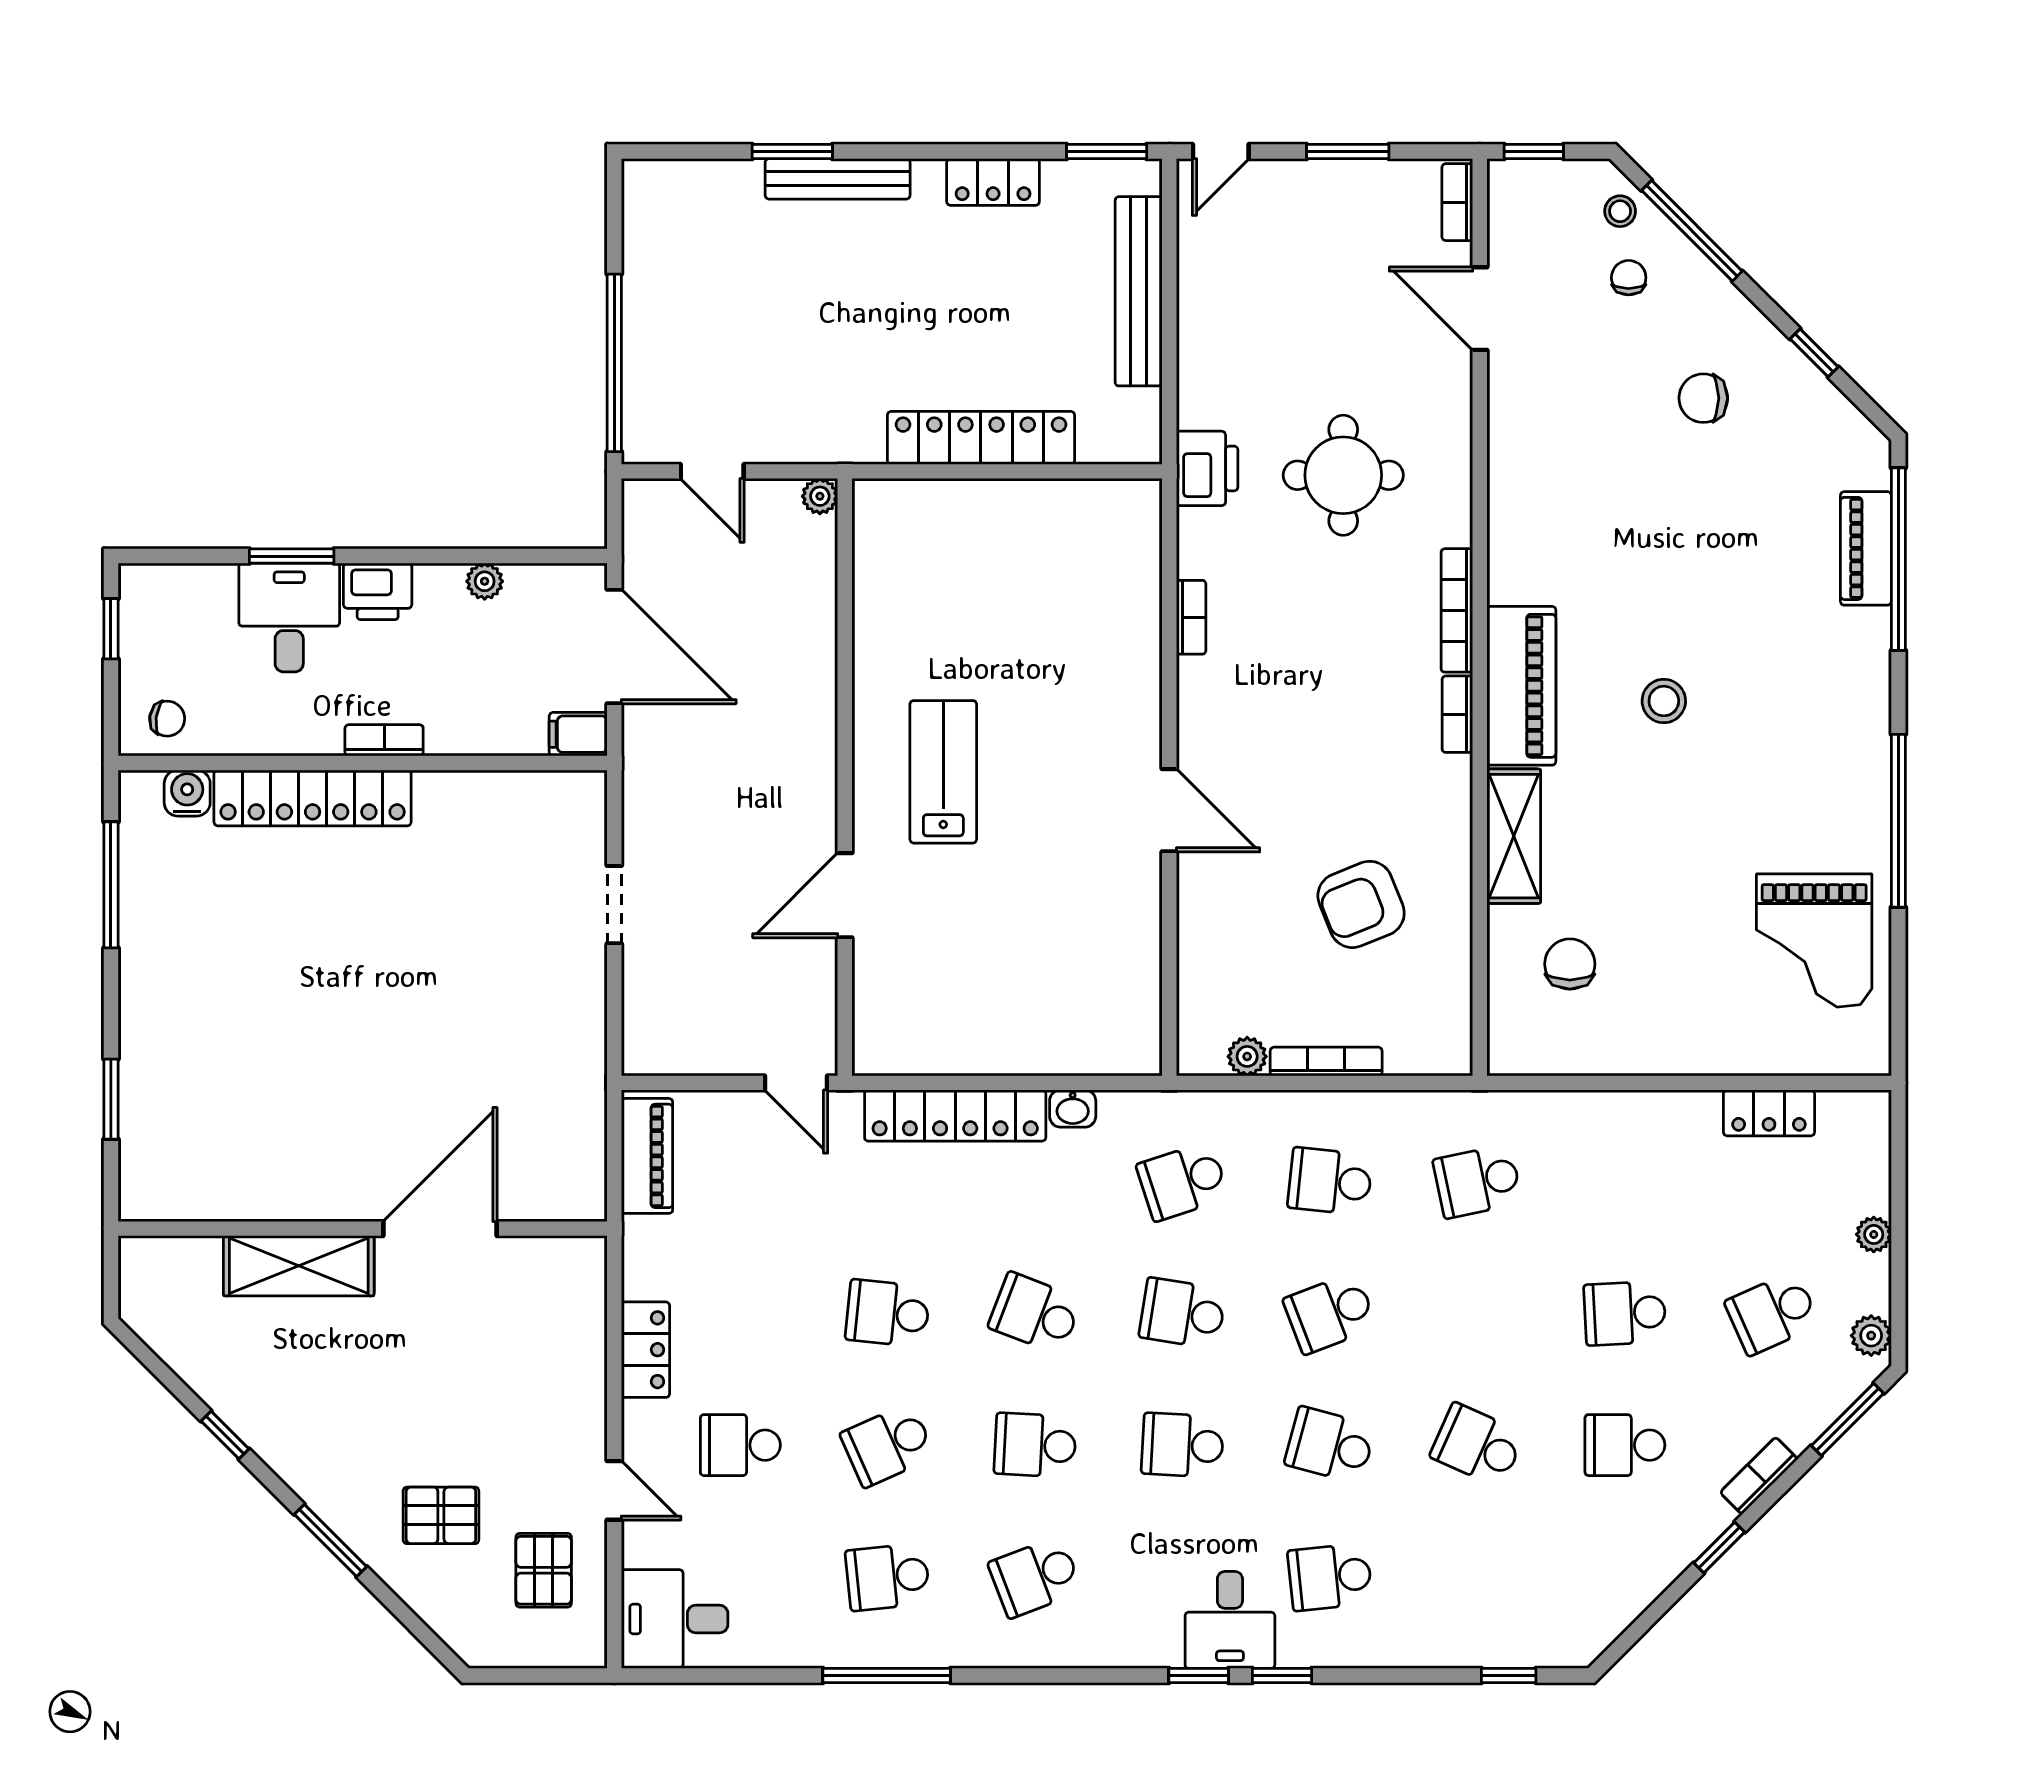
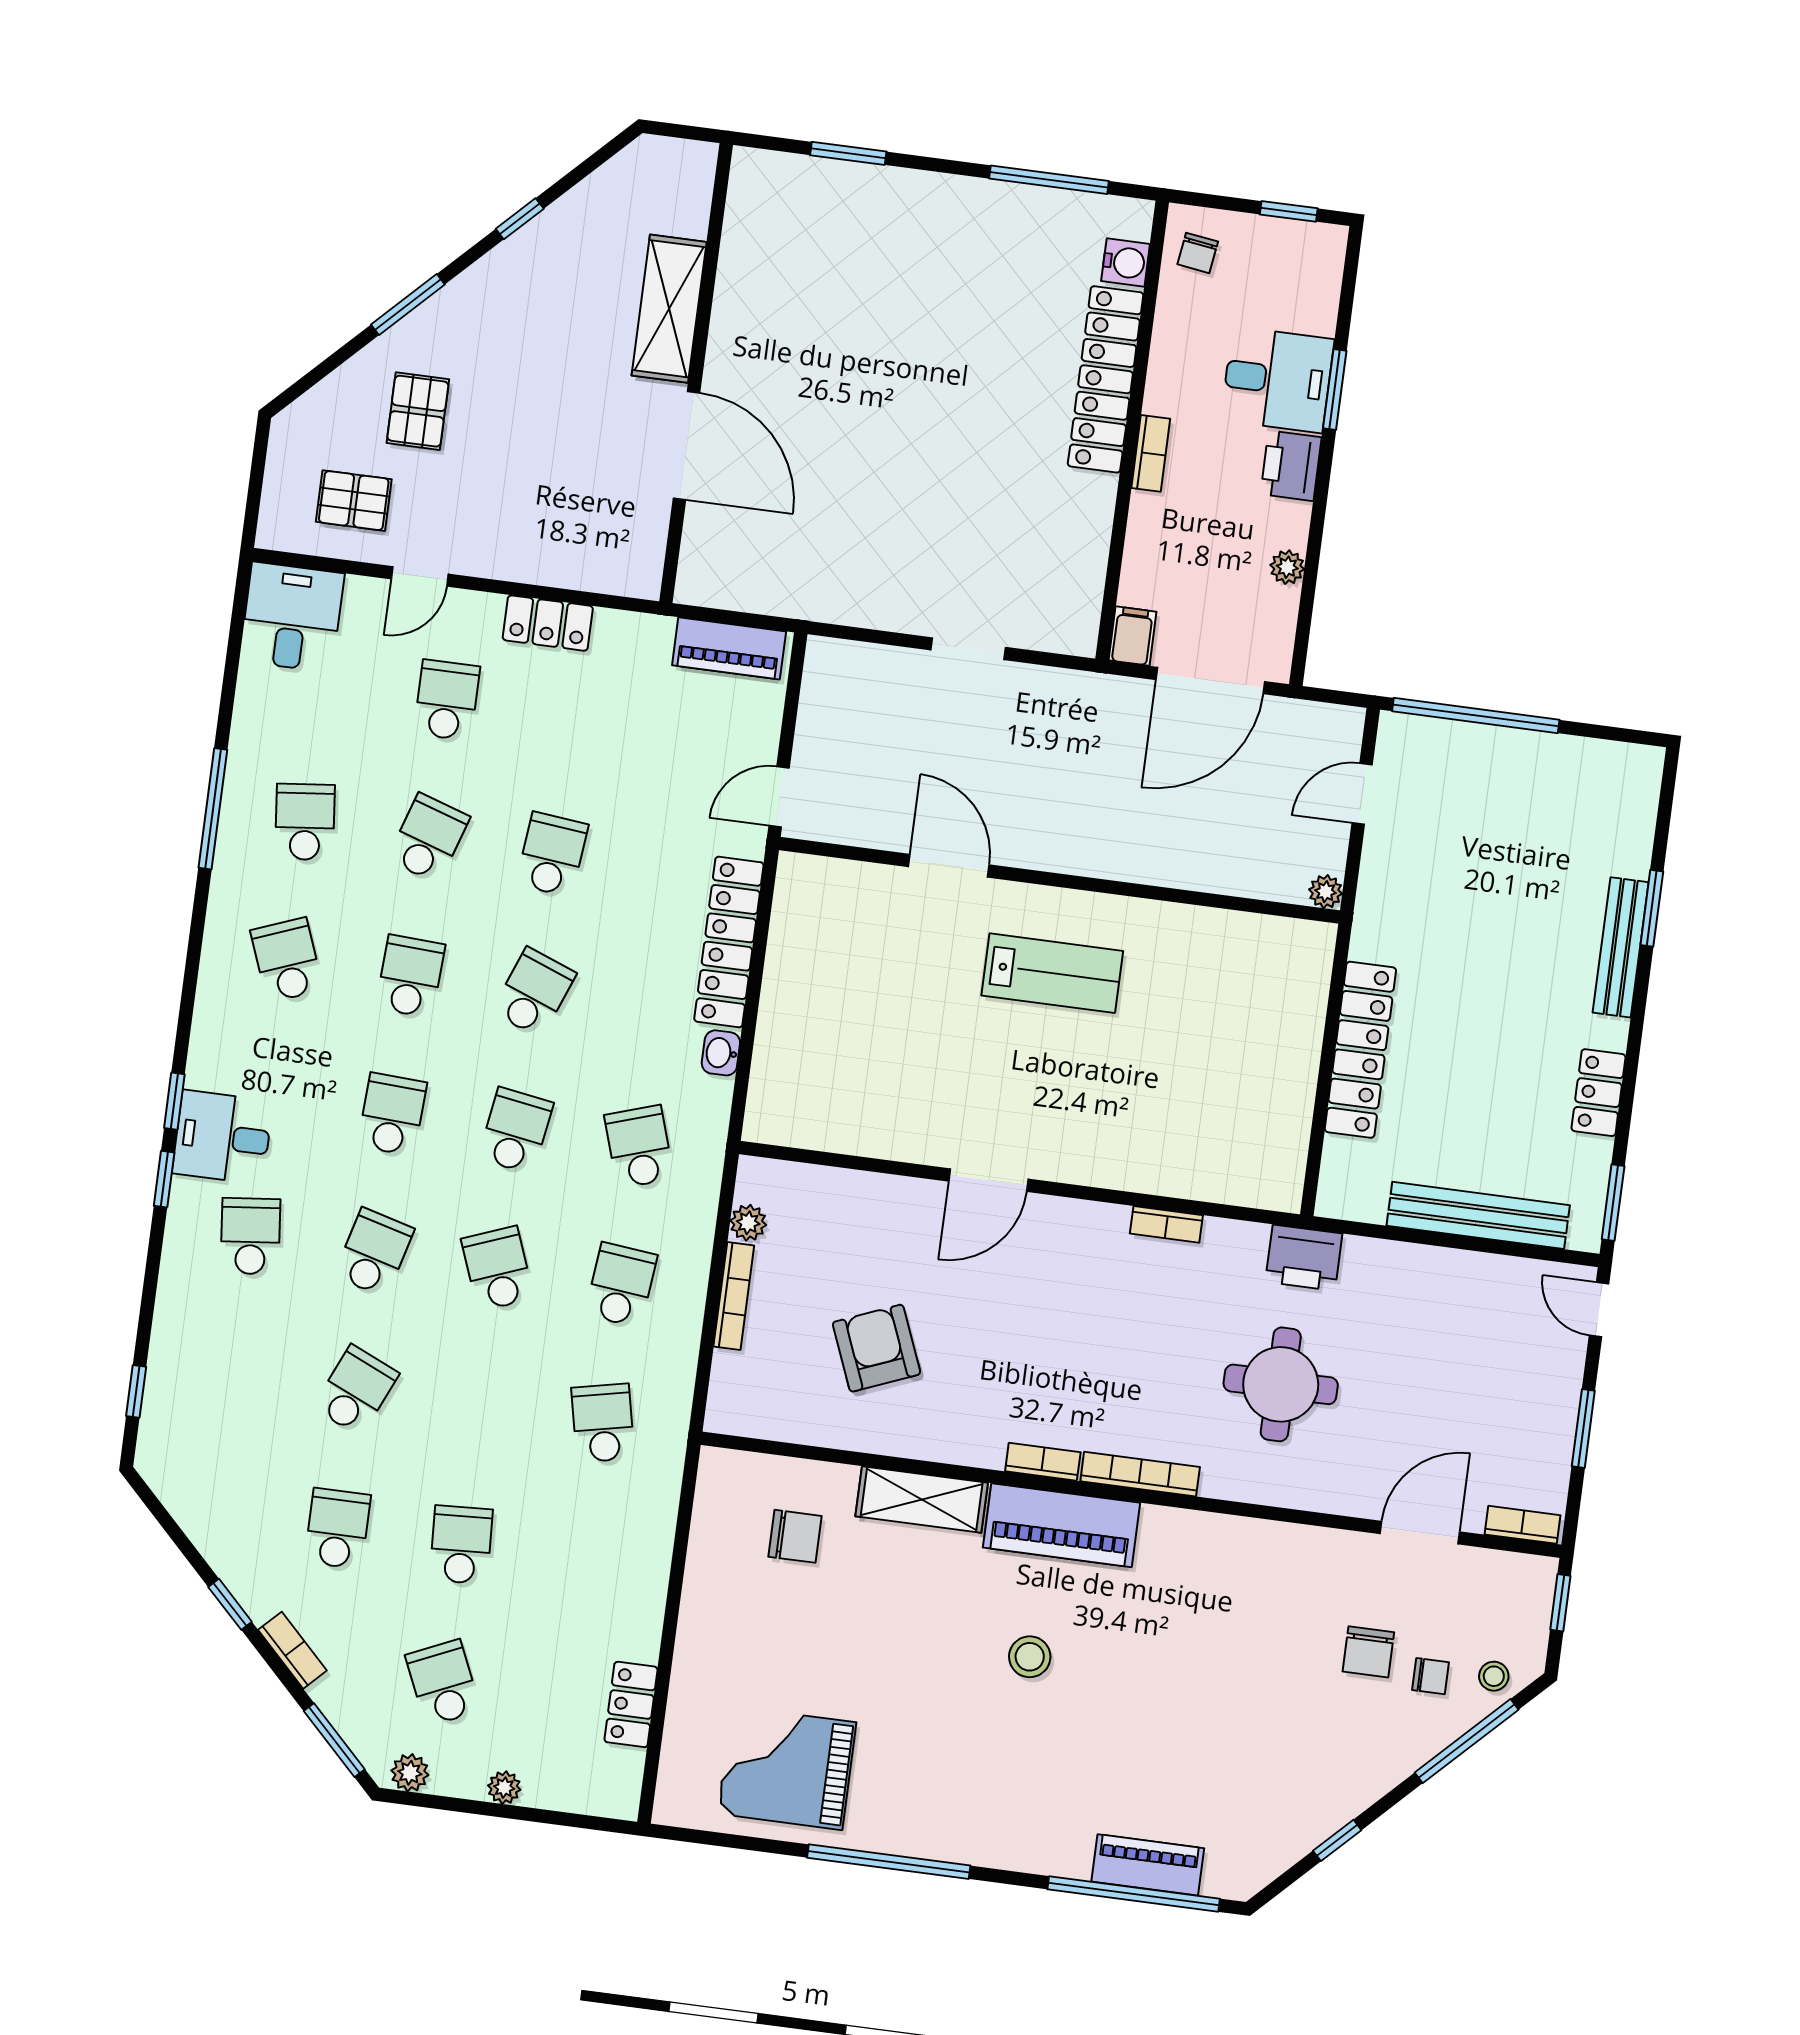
chair: (1703, 398) -> (1368, 1652), moved, turned 180
school desk: (888, 1445) -> (429, 838), turned 42

